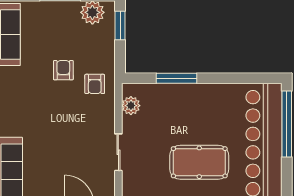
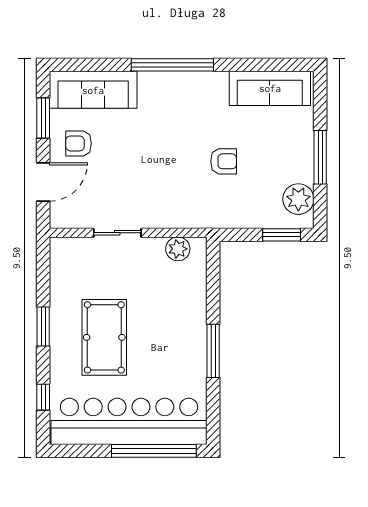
window: (176, 78) -> (213, 351), moved
armchair: (95, 84) -> (79, 143), moved

